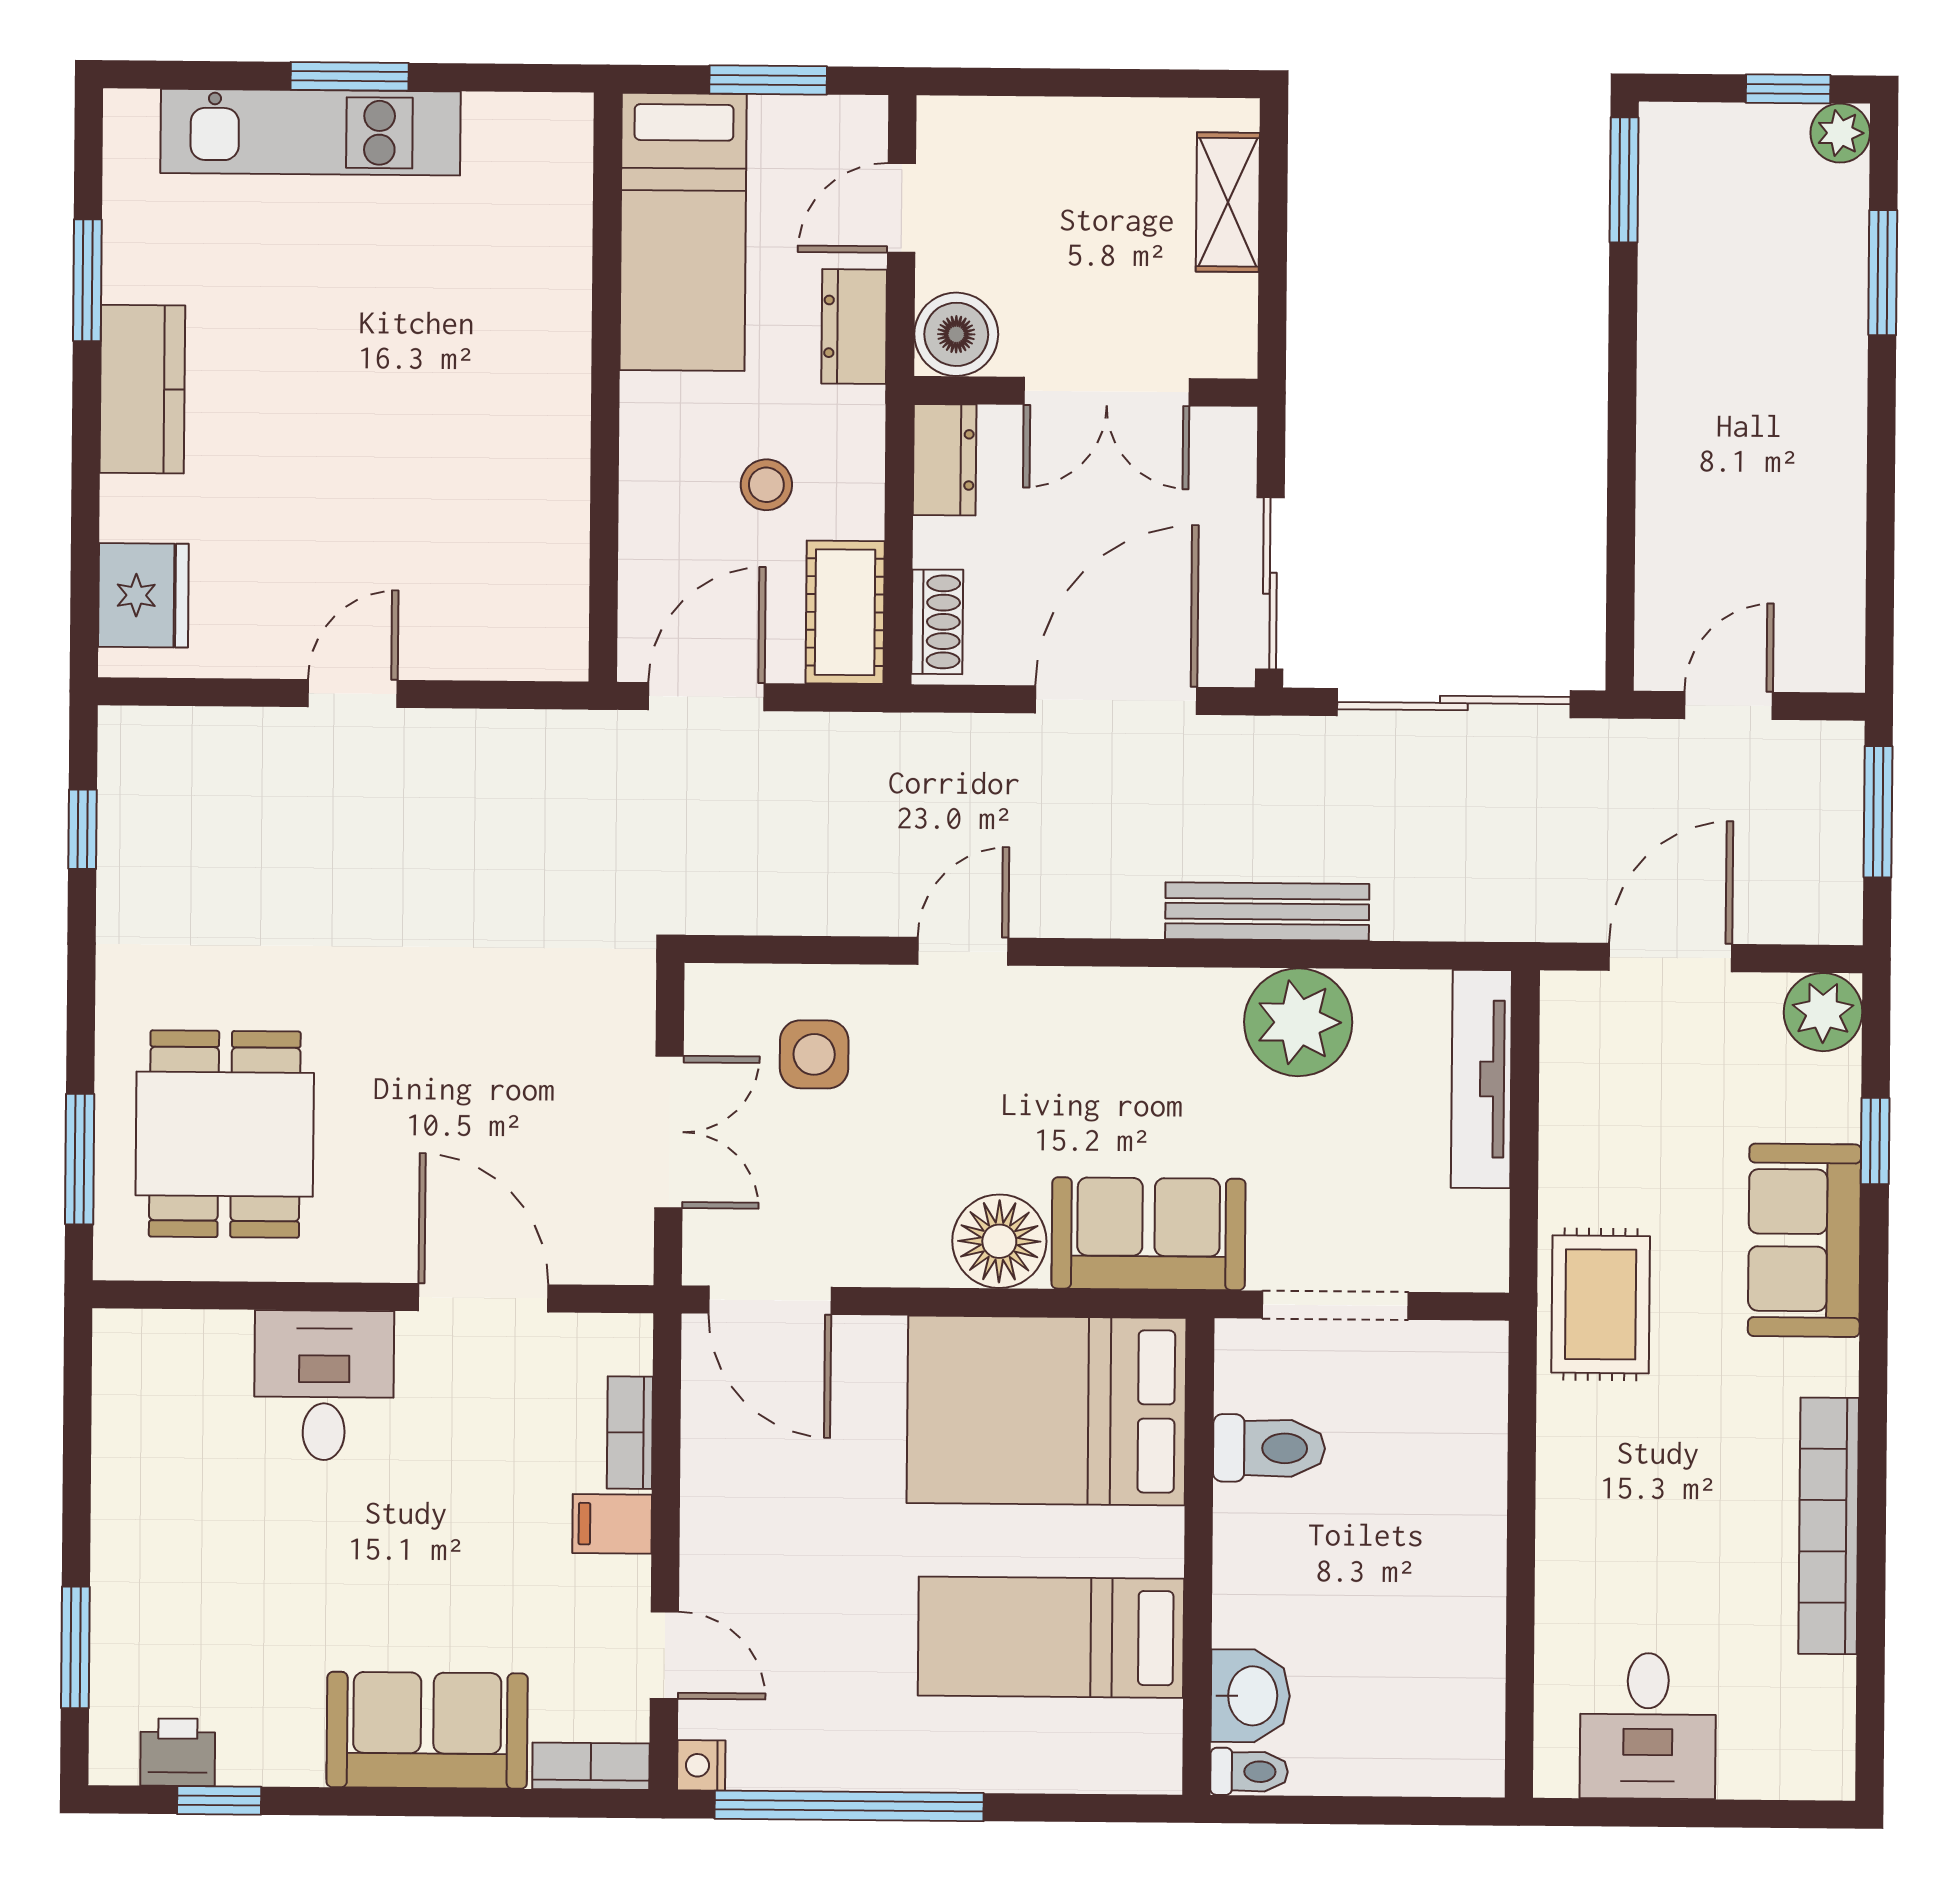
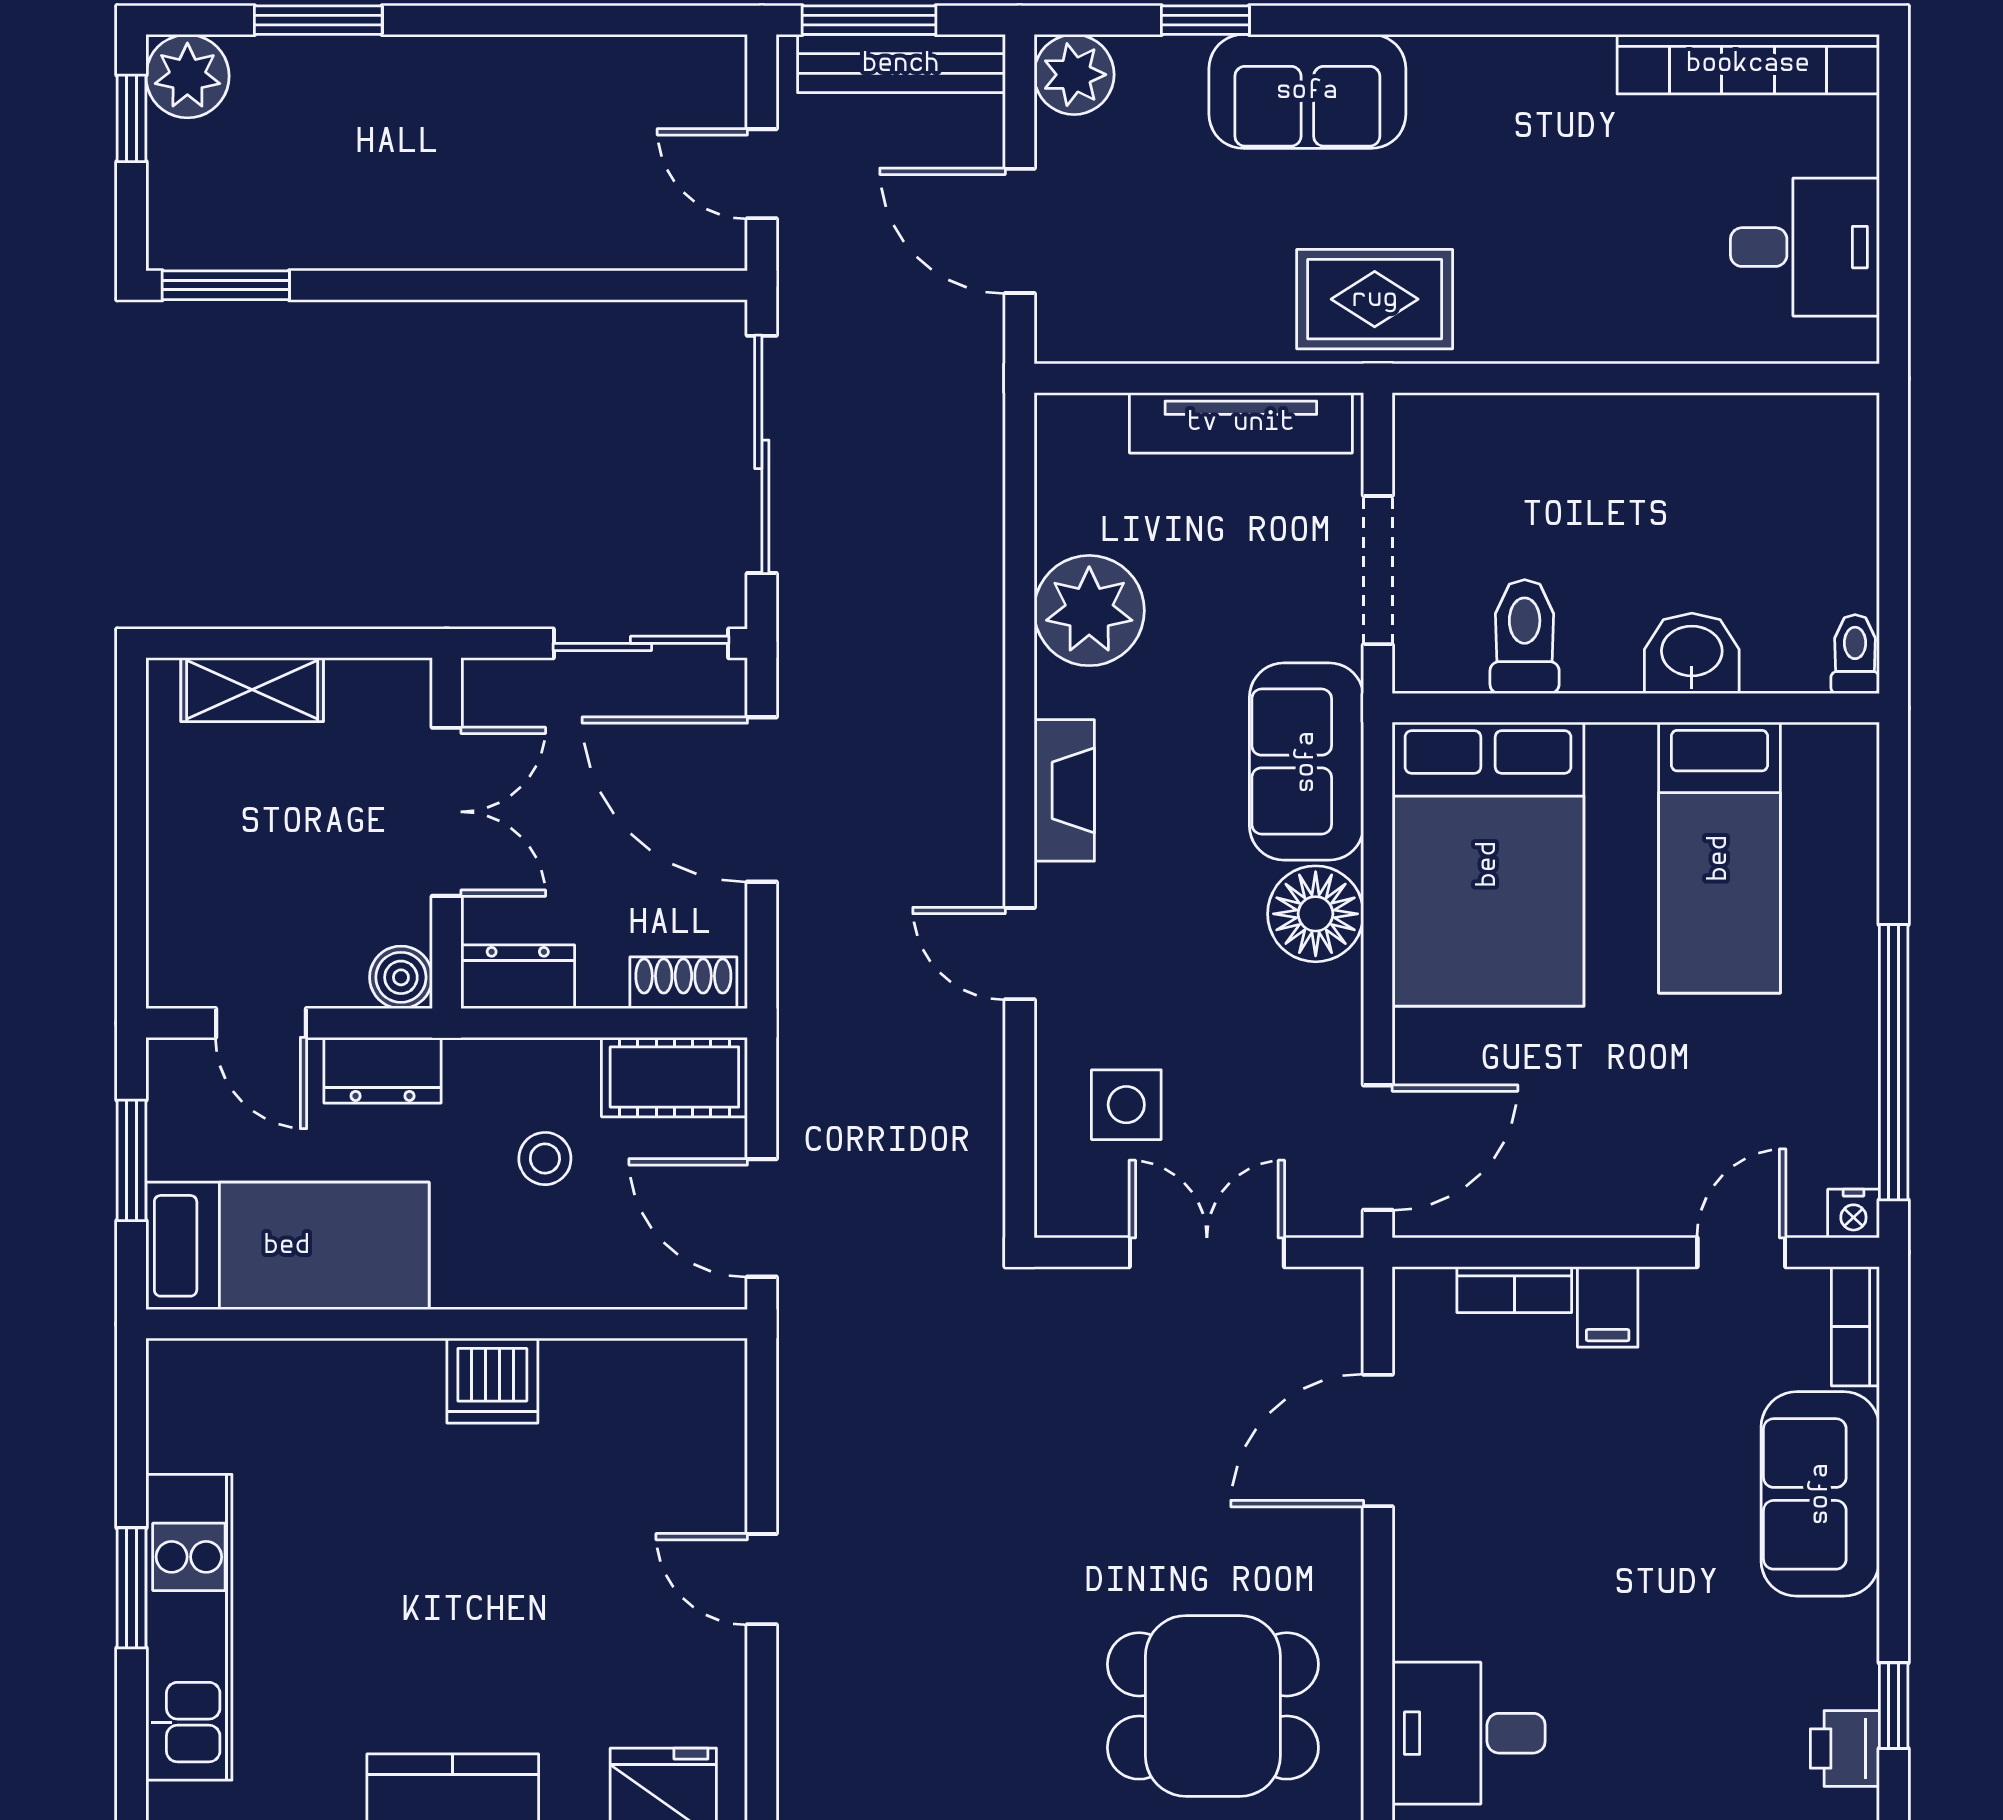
plant: (1840, 133) -> (187, 76), width x1.38, depth x1.38
boiler: (956, 334) -> (401, 977), width x0.73, depth x0.73
dishwasher: (549, 431) -> (492, 1381), added
bench: (1267, 911) -> (901, 64), moved, turned 90
fireplace: (1122, 996) -> (1064, 790), added
tv unit: (1481, 1079) -> (1241, 423), moved
desk: (324, 1385) -> (1469, 1733), moved
bookcase: (1829, 1526) -> (1748, 64), moved
washbasin: (1250, 1696) -> (1692, 653), moved

